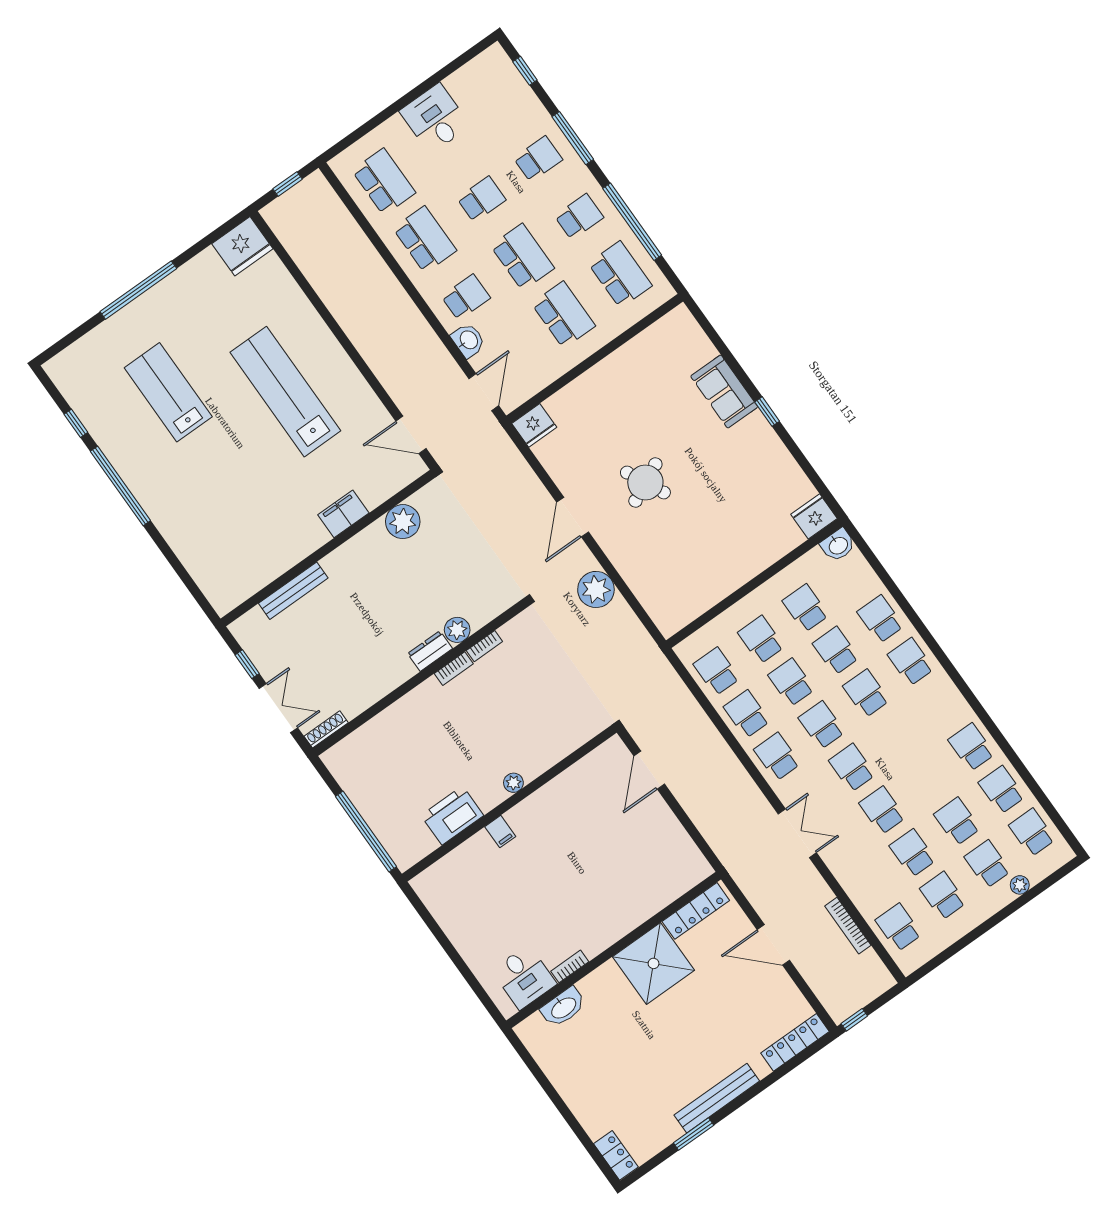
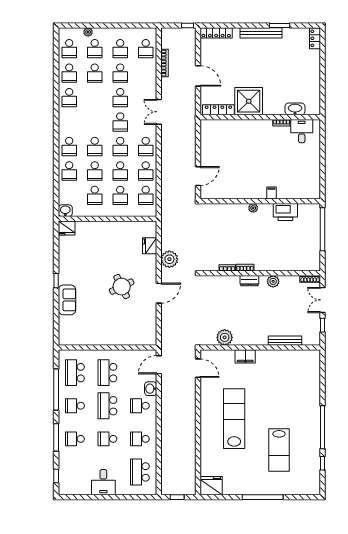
school desk: (425, 239) -> (140, 439), width x0.54
lab bench: (285, 392) -> (234, 419), turned 180
fridge: (534, 425) -> (150, 246), moved, turned -90
plant: (457, 630) -> (273, 281), moved

